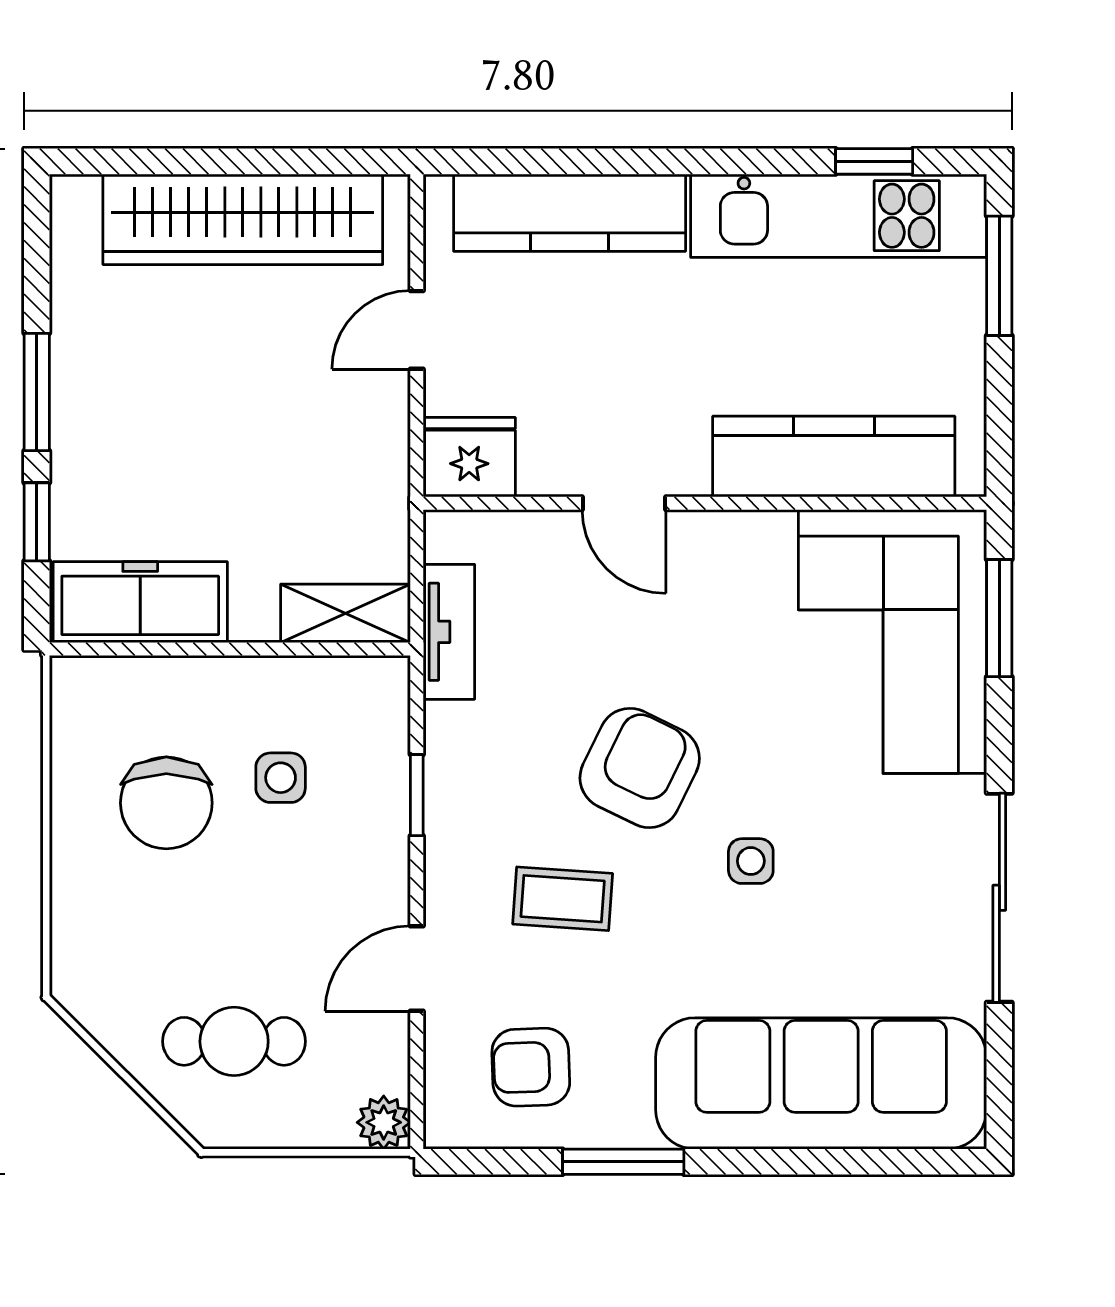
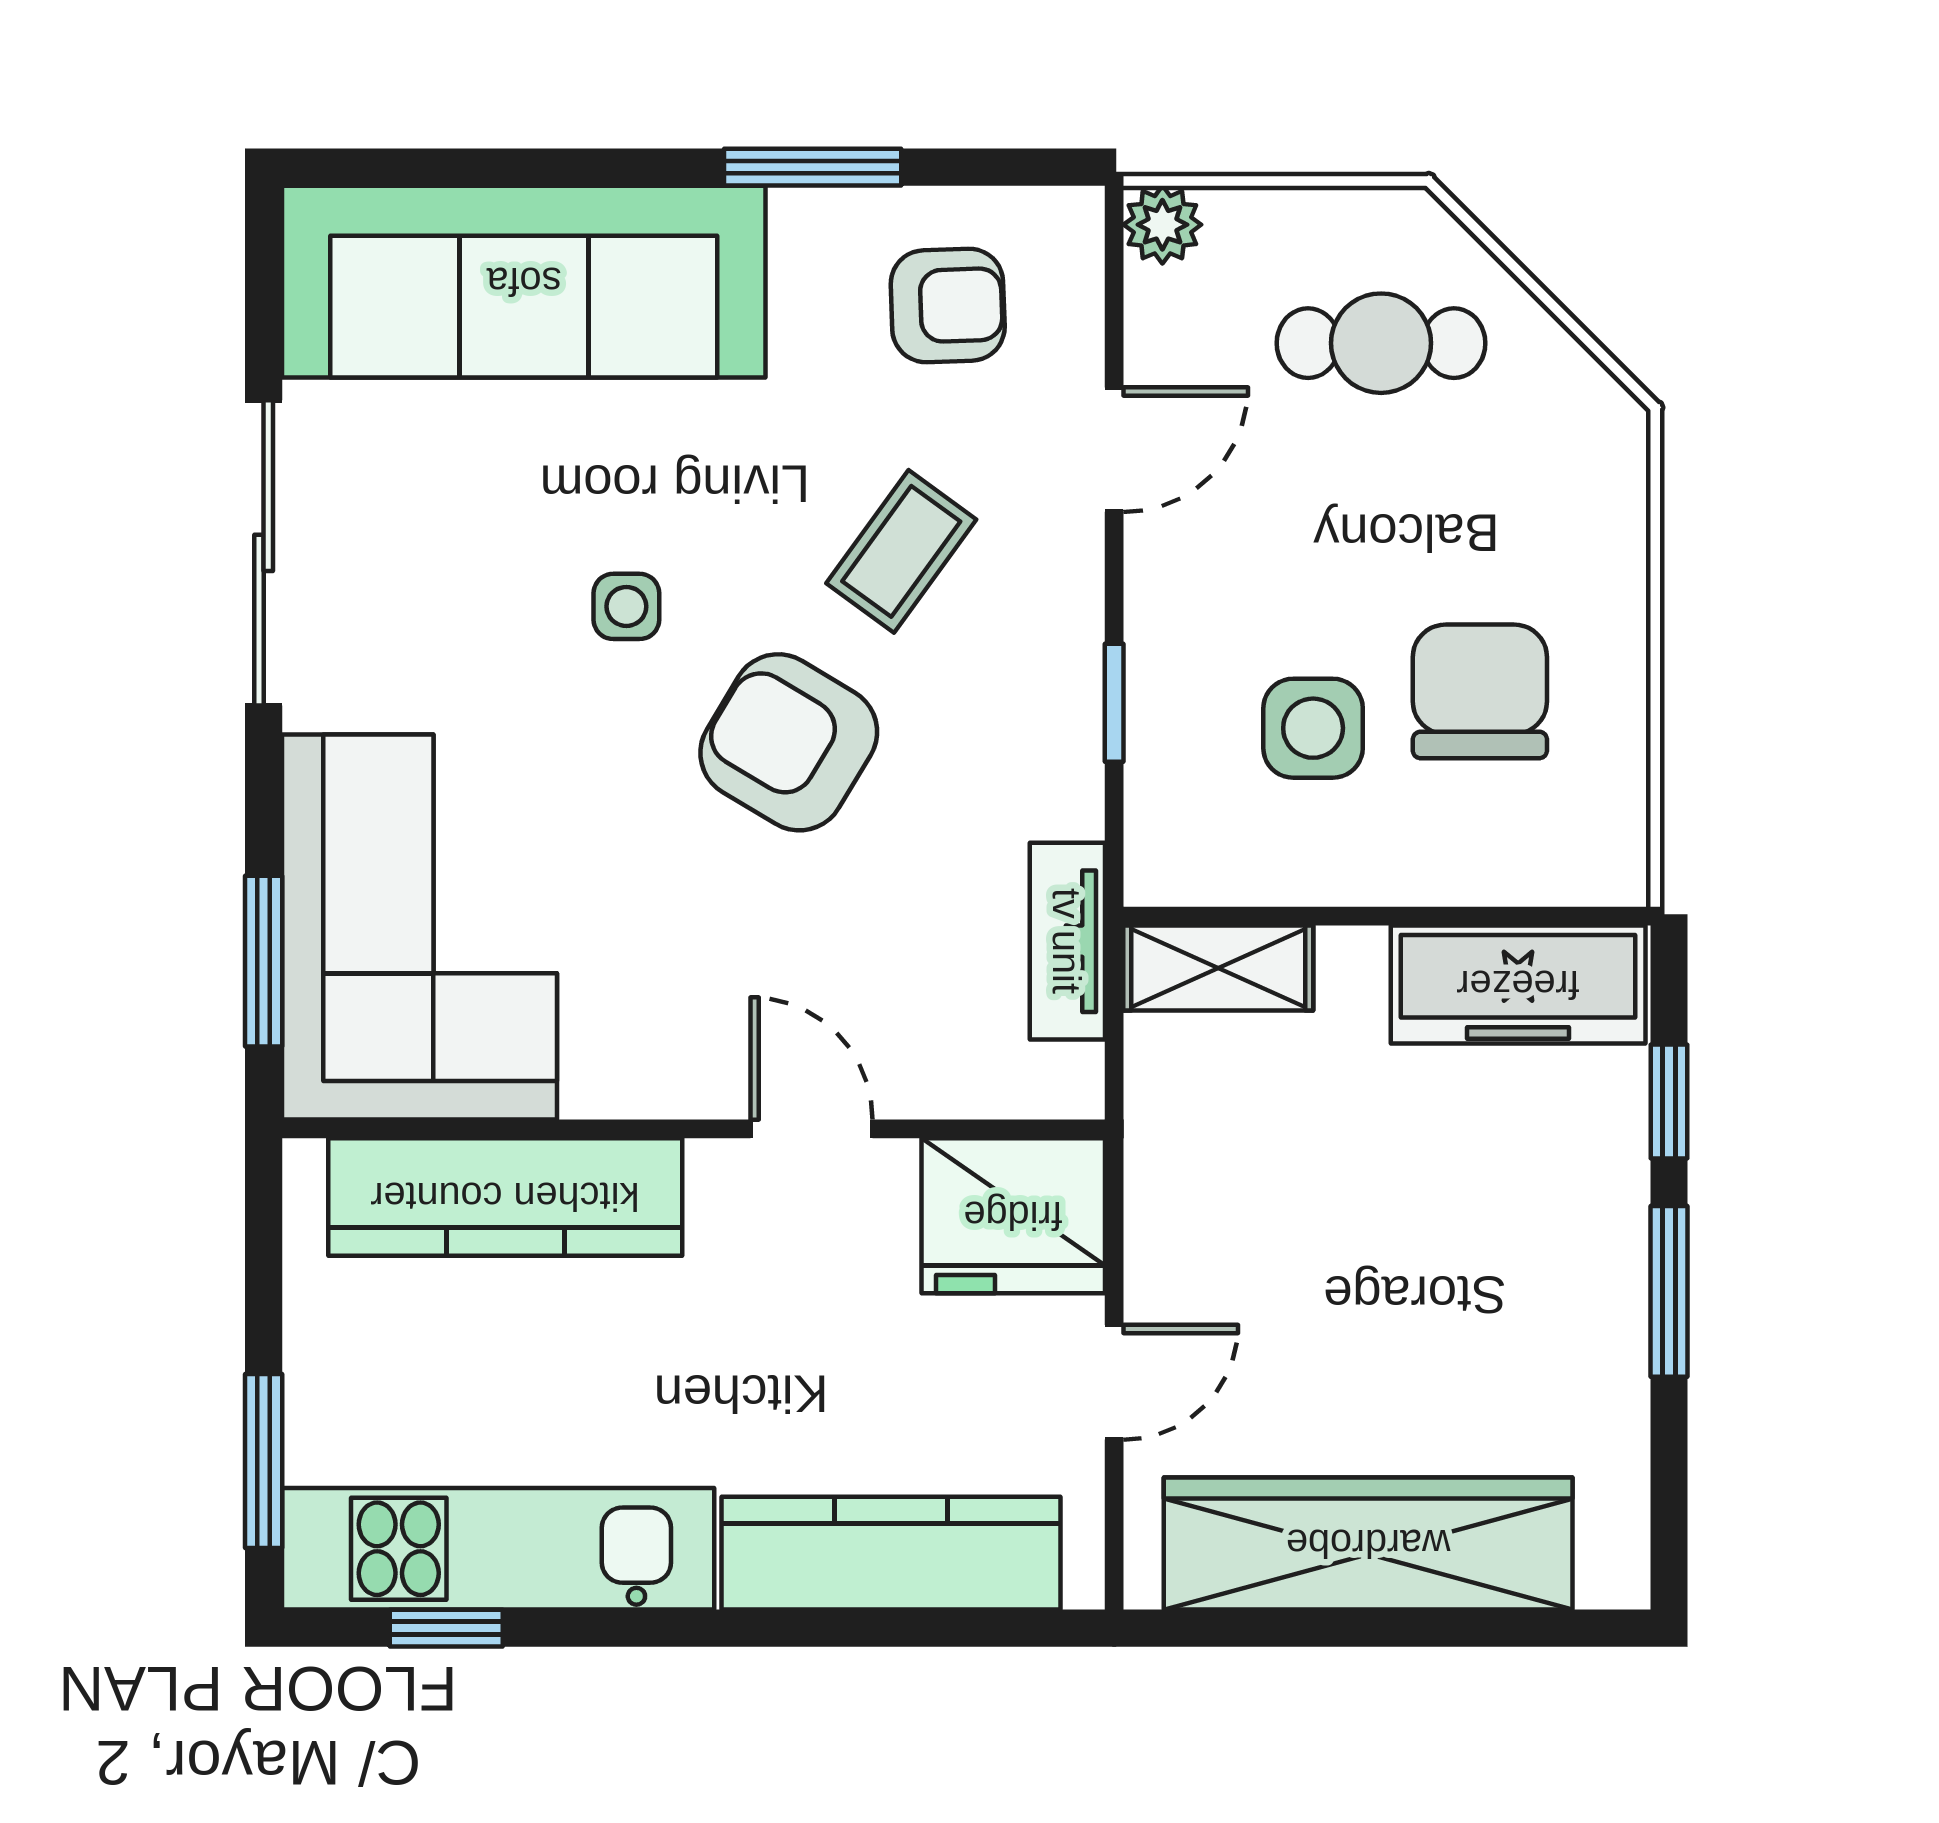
fridge: (469, 457) -> (1013, 1216), width x1.36, depth x1.34
armchair: (640, 768) -> (789, 742), turned 95
side table: (281, 778) -> (1313, 728), width x1.37, depth x1.37
coffee table: (563, 899) -> (901, 551), turned -58

